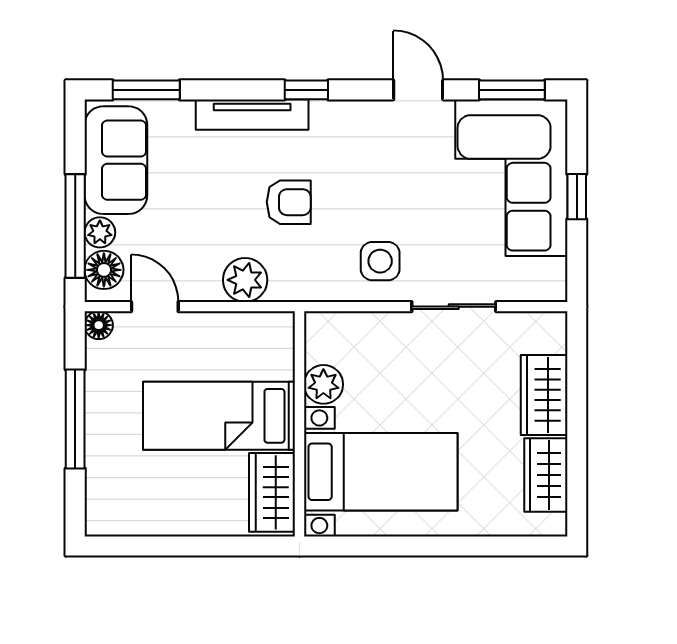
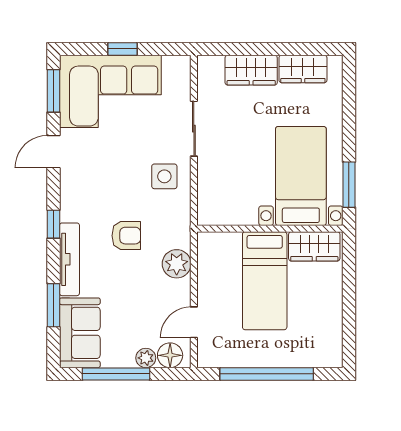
window: (146, 90) -> (53, 305), moved
sofa: (116, 160) -> (80, 333), moved, turned 90
armchair: (289, 202) -> (126, 236), turned 90
window: (75, 226) -> (116, 374), moved
floor lamp: (99, 325) -> (206, 359), removed
plant: (323, 384) -> (244, 213), removed
window: (75, 419) -> (267, 374), width x1.46
window: (367, 546) -> (349, 185), added

